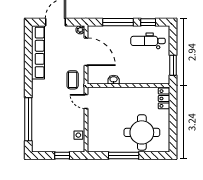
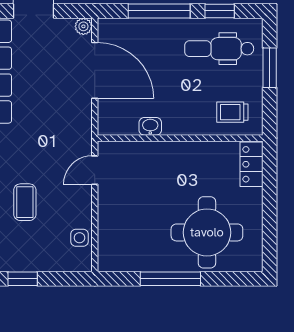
window: (173, 65) -> (270, 68), moved
trolley: (155, 72) -> (232, 112), added
coffee table: (73, 80) -> (25, 202), moved
door: (86, 101) -> (95, 170), hinge flipped
window: (62, 156) -> (23, 279), moved

